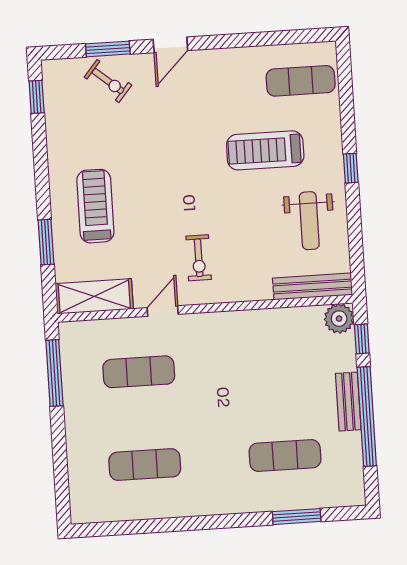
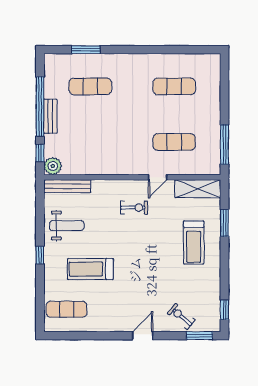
window: (108, 49) -> (200, 336), moved
treadmill: (265, 150) -> (90, 269), turned 180
weight bench: (309, 221) -> (67, 226), turned 90
exercise bike: (199, 258) -> (134, 208), turned 90

